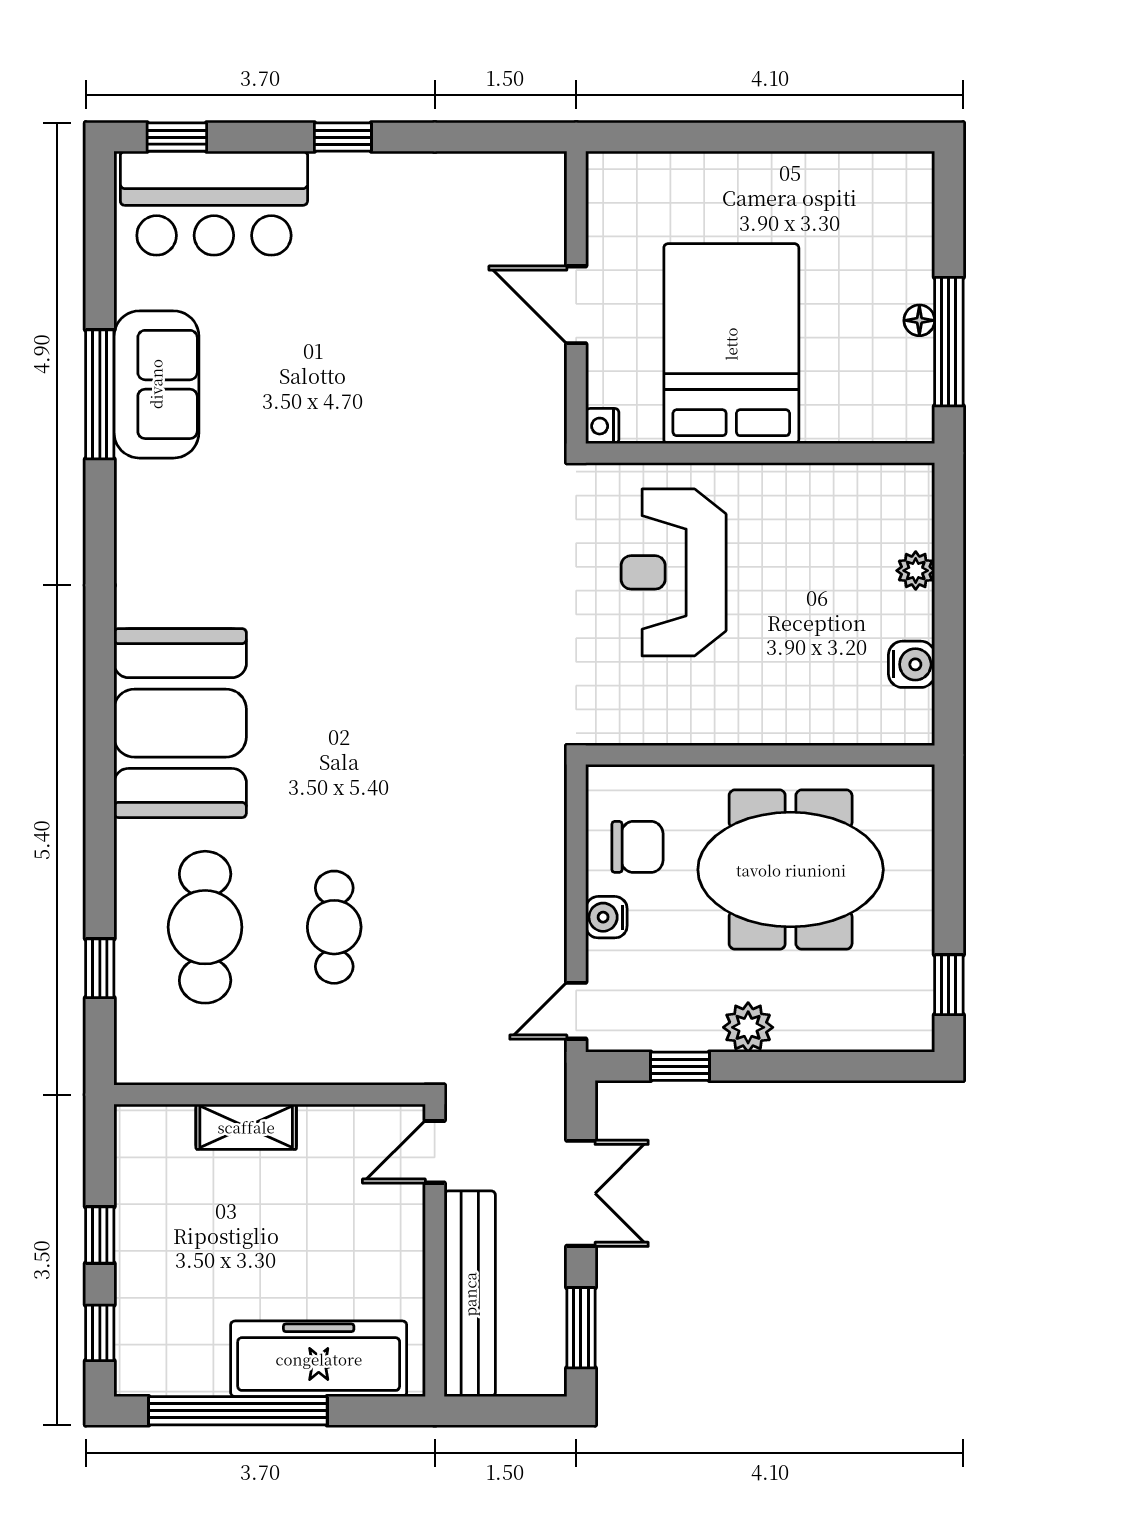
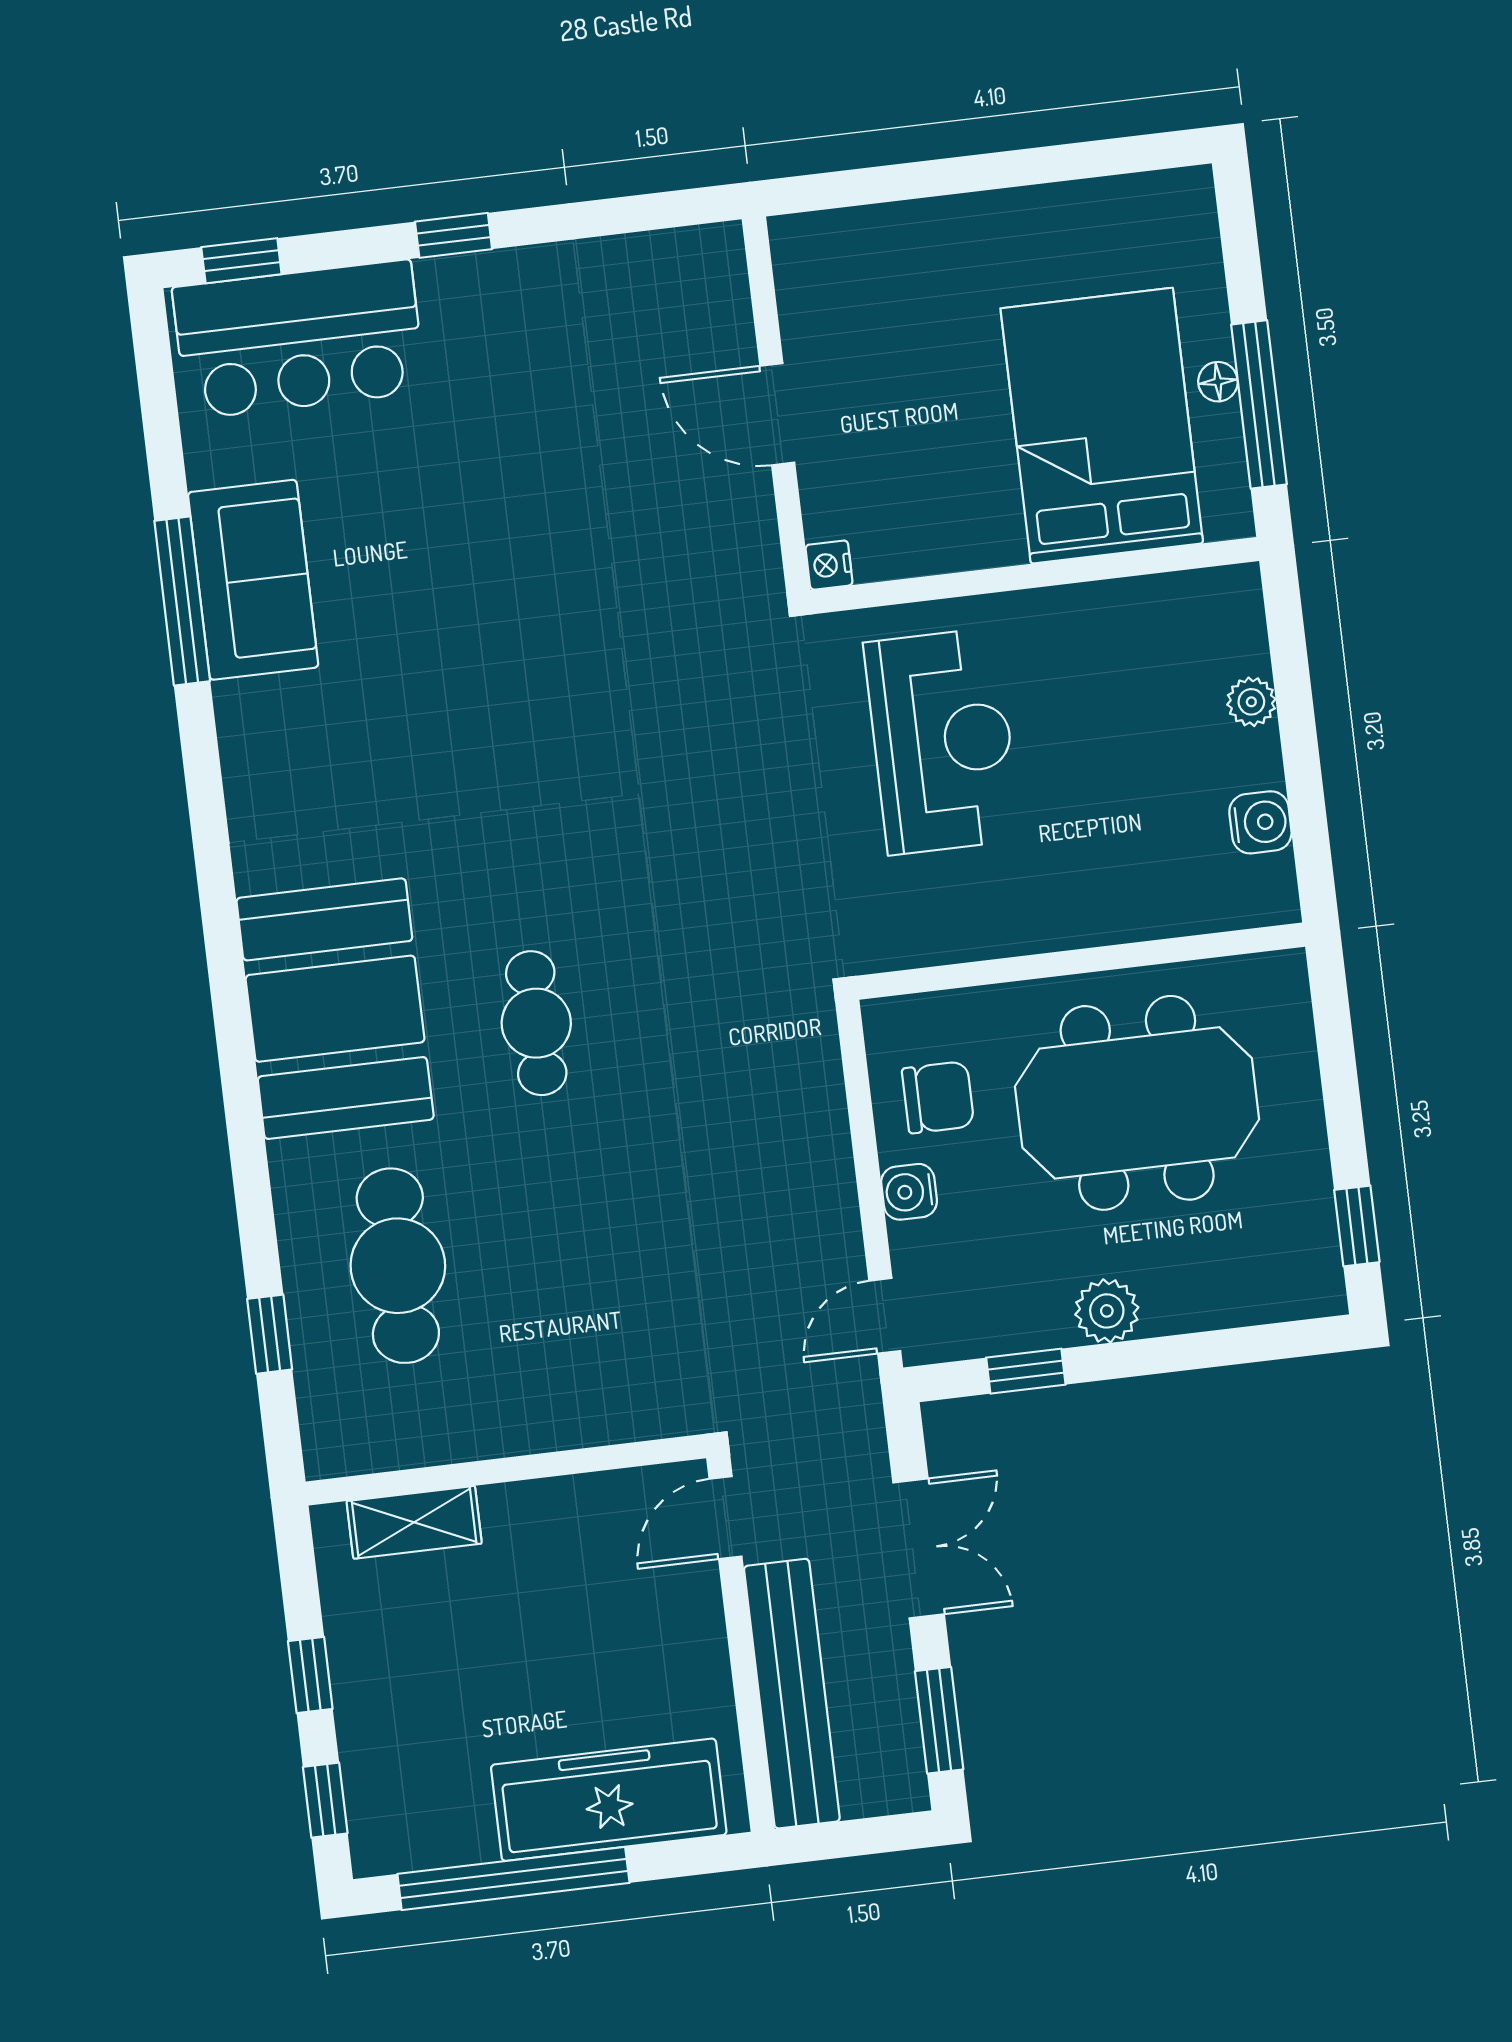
bed: (731, 344) -> (1102, 426), moved
reception desk: (674, 572) -> (942, 741), turned 180
cafe table: (334, 927) -> (536, 1023), moved
shelving: (246, 1127) -> (414, 1522), moved

